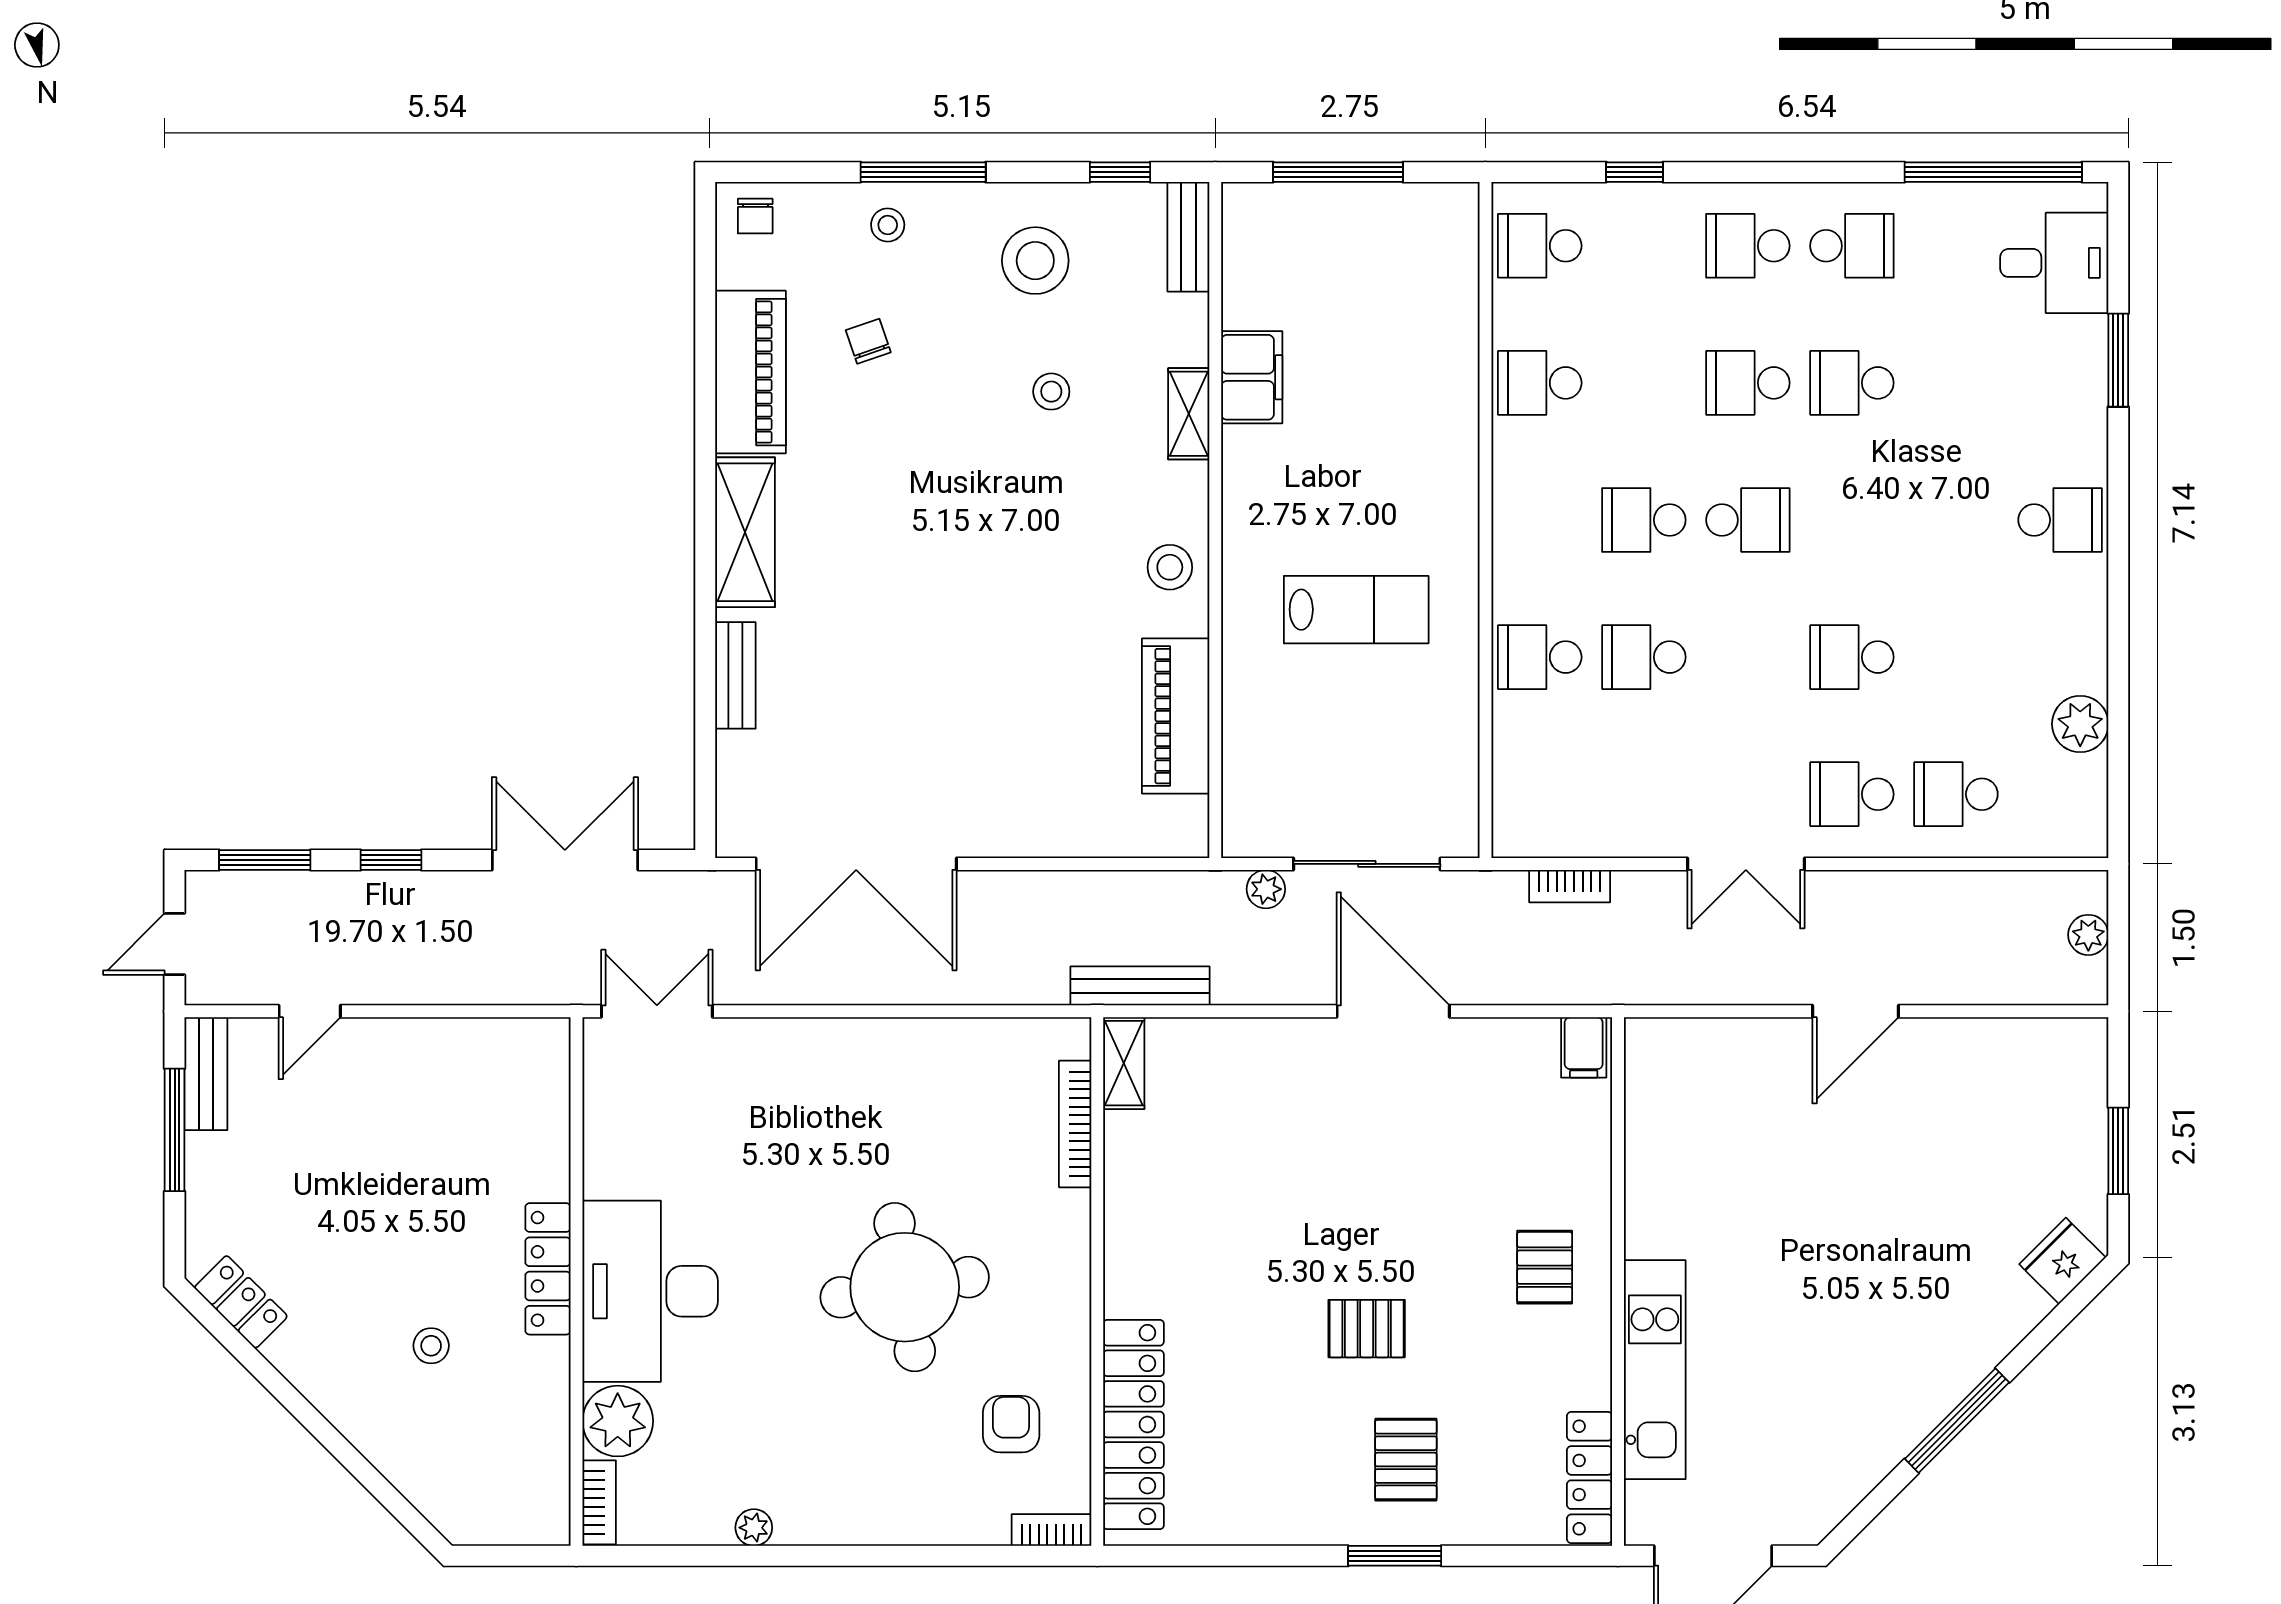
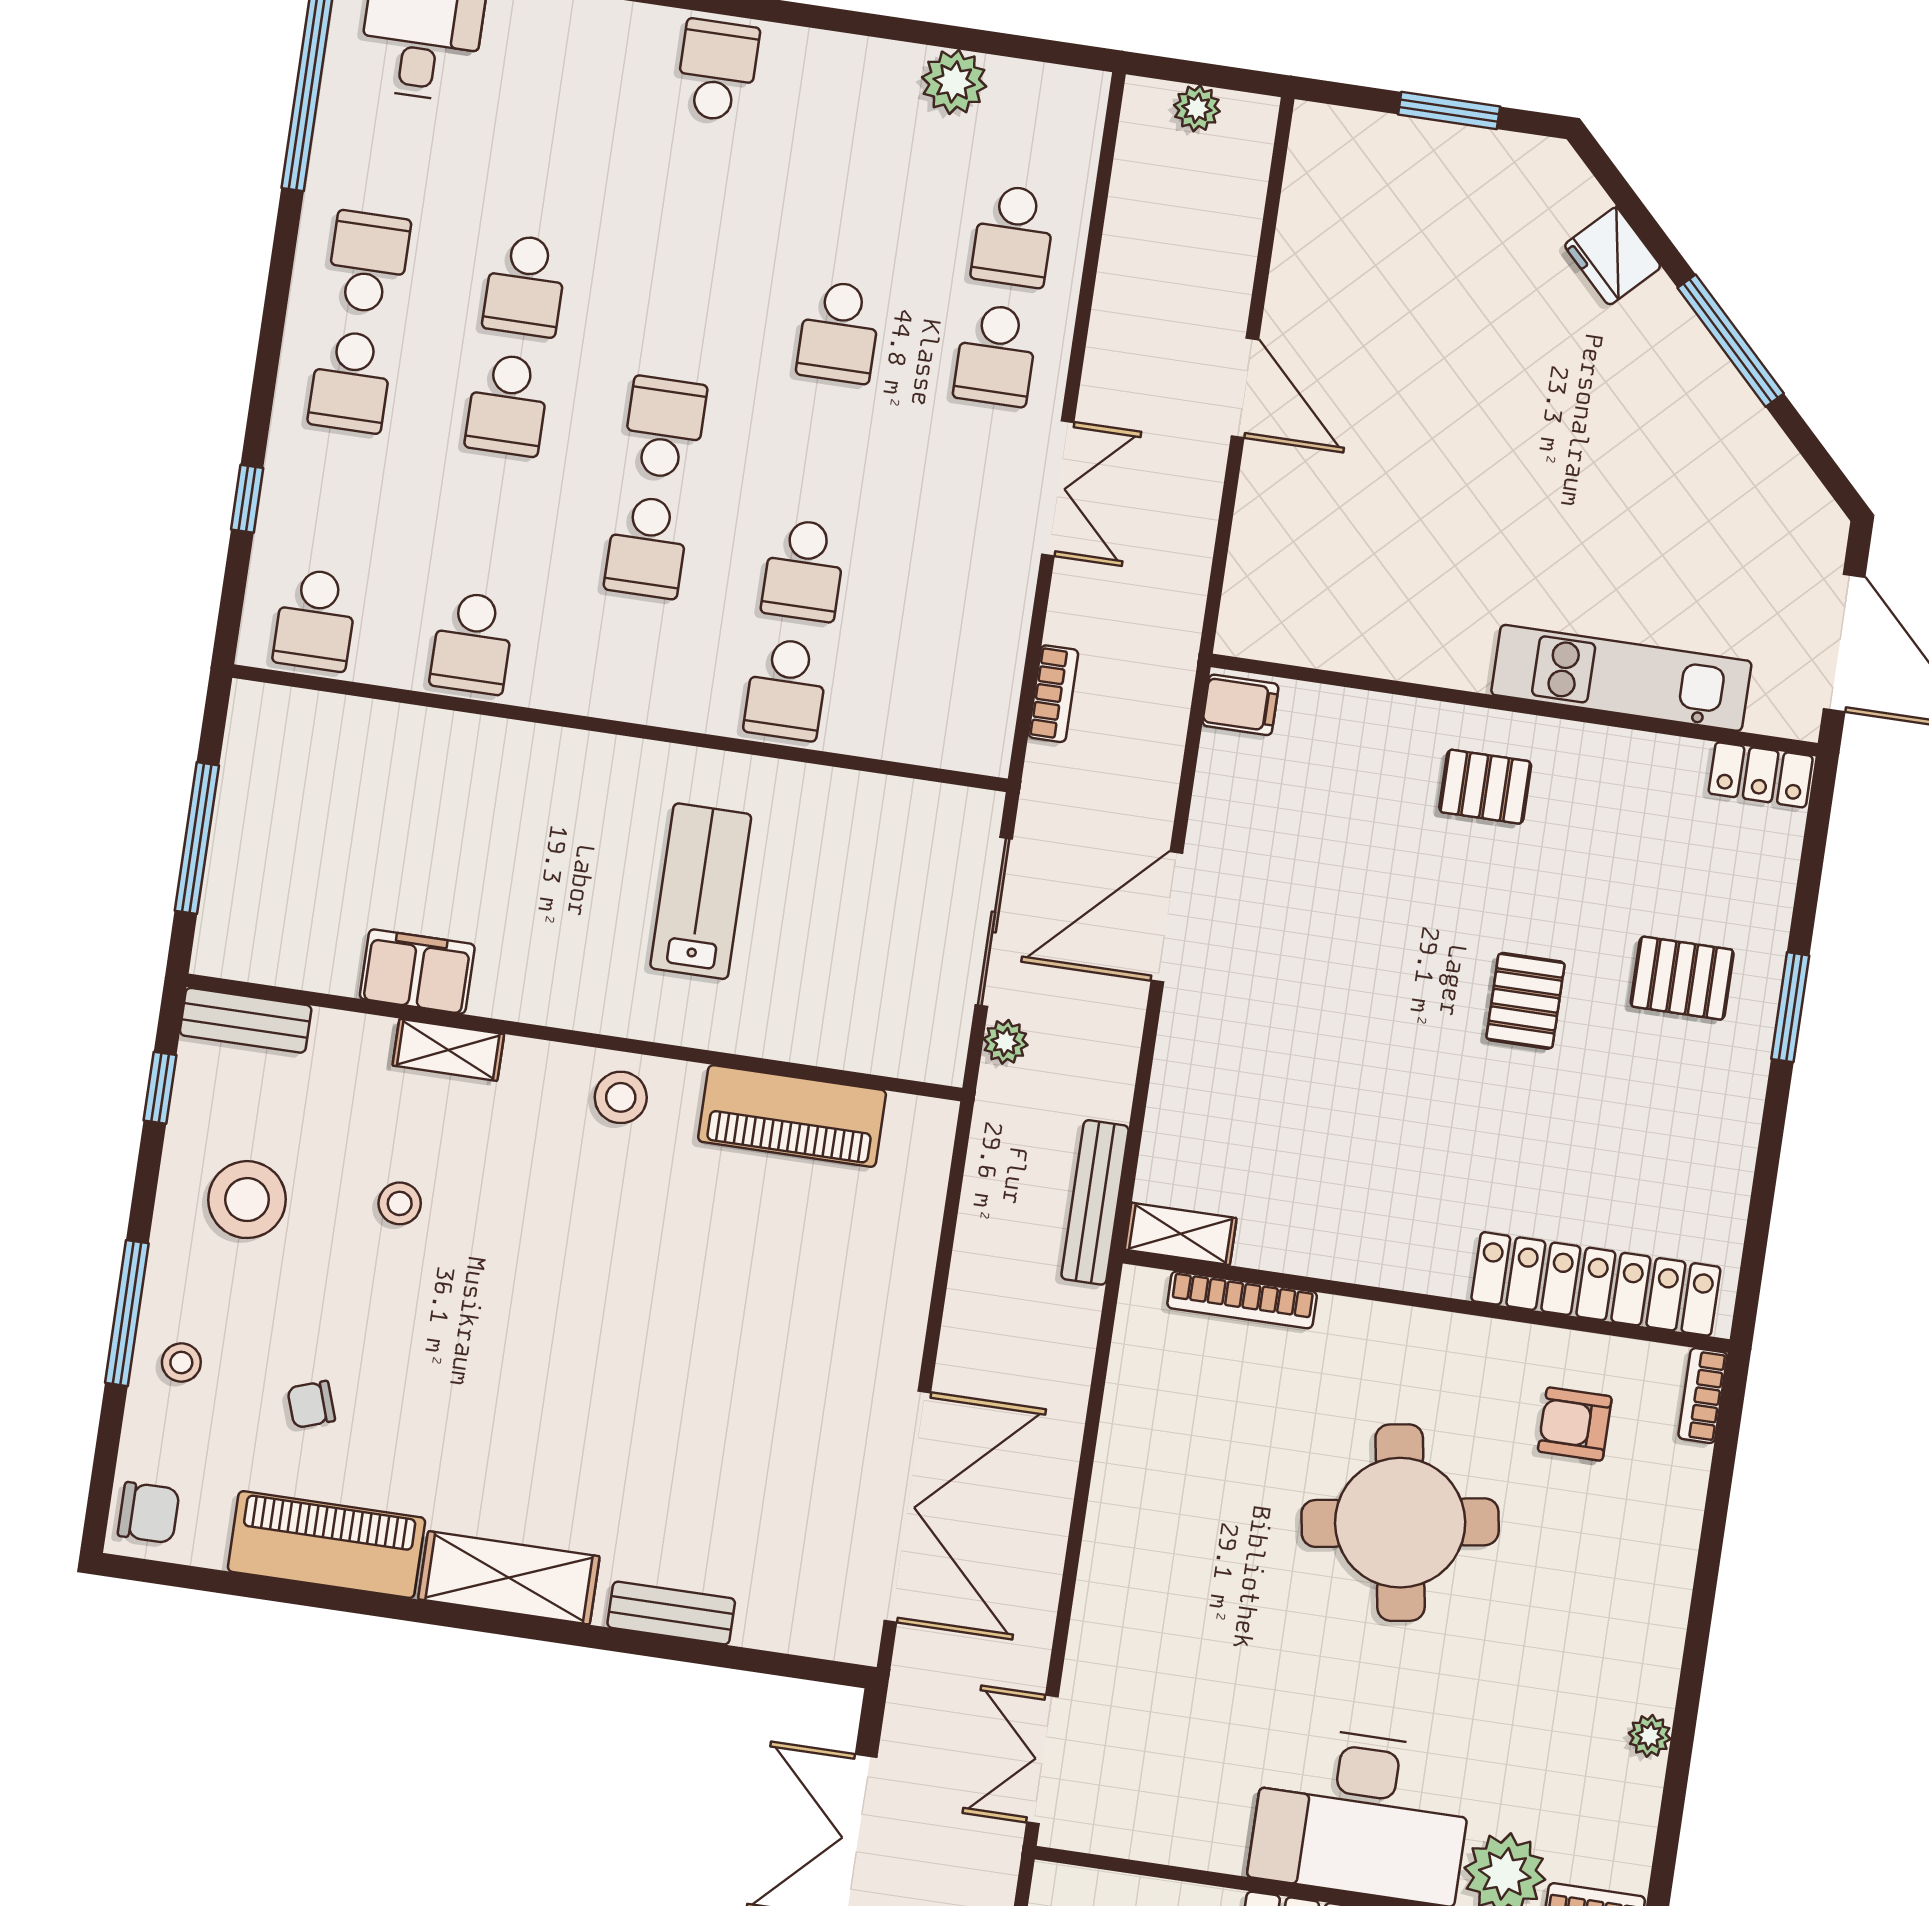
chair: (755, 216) -> (149, 1513), width x1.37, depth x1.37
fridge: (2063, 1261) -> (1613, 256), moved
locker: (1590, 1478) -> (1761, 775), width x0.66

